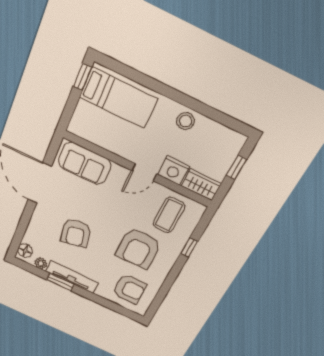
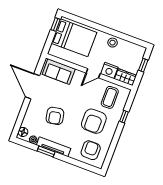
bed: (118, 98) -> (74, 38), width x1.50
armchair: (129, 289) -> (91, 150), turned -90

